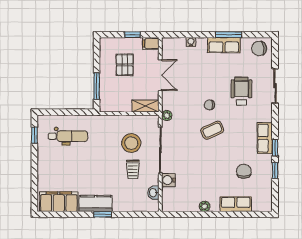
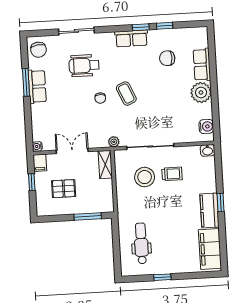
water cooler: (191, 42) -> (37, 146), moved
window: (34, 135) -> (162, 277), moved
water cooler: (168, 180) -> (206, 126), moved, turned -90
washbasin: (153, 193) -> (208, 150), moved
plant: (205, 206) -> (201, 93), width x1.88, depth x1.88

